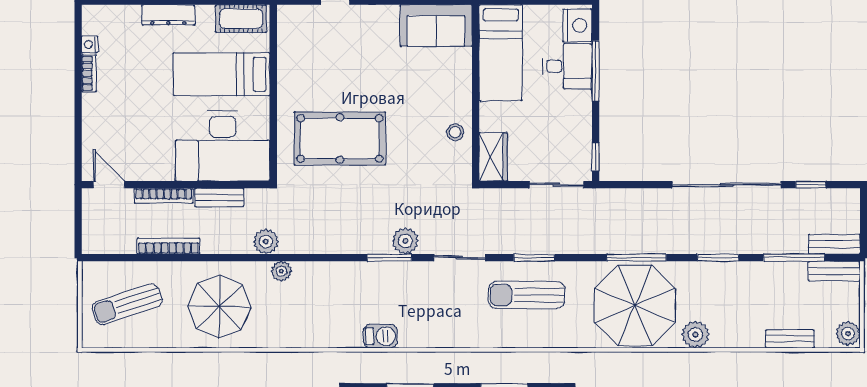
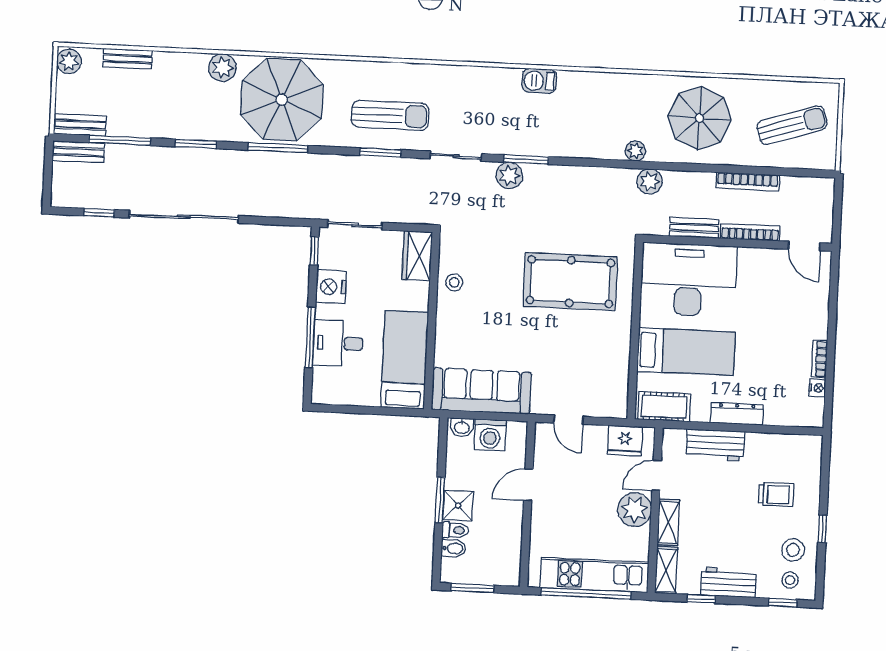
nightstand: (577, 25) -> (331, 287), moved
sofa: (436, 26) -> (481, 391), width x1.36

